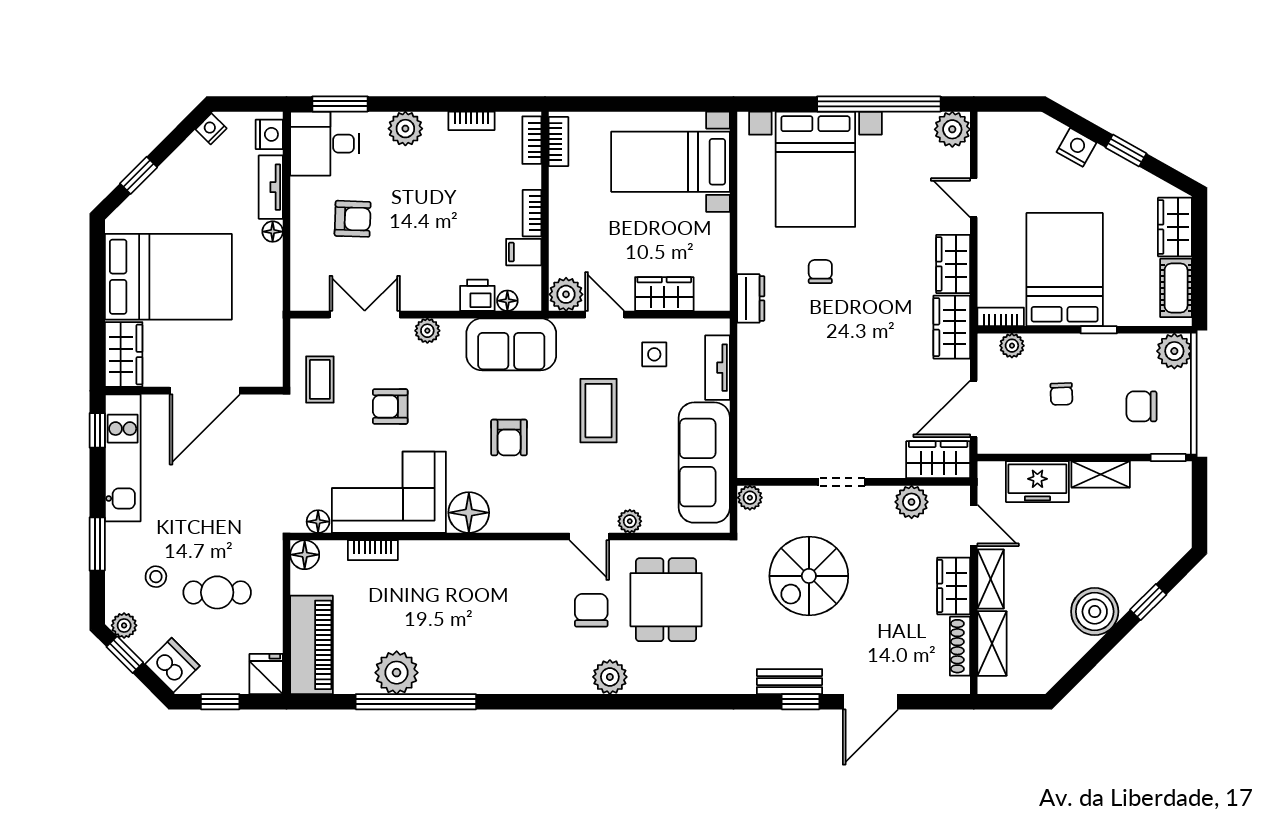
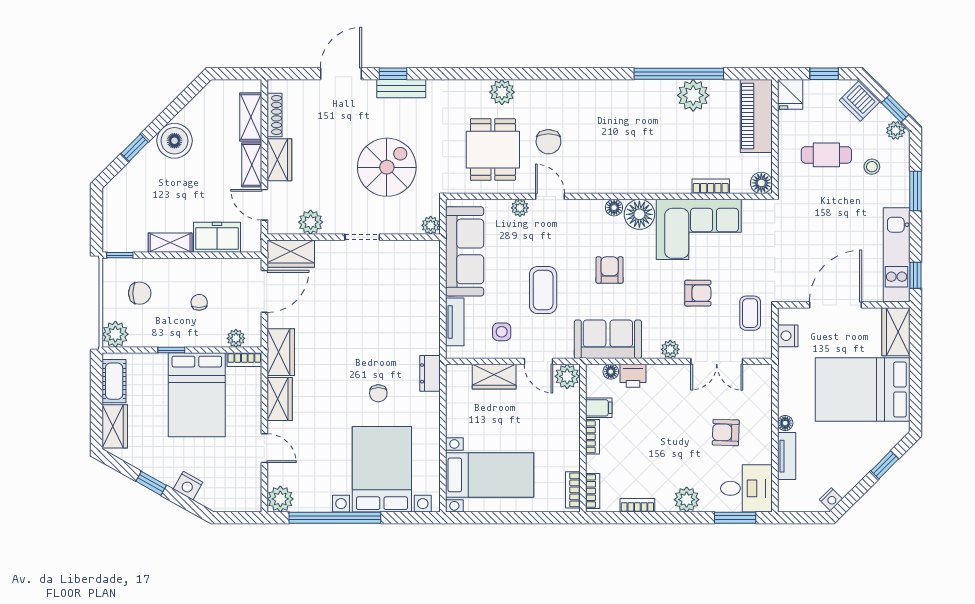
nightstand: (269, 134) -> (788, 336), moved
floor lamp: (318, 522) -> (614, 208), moved
plant: (610, 677) -> (502, 92), moved

